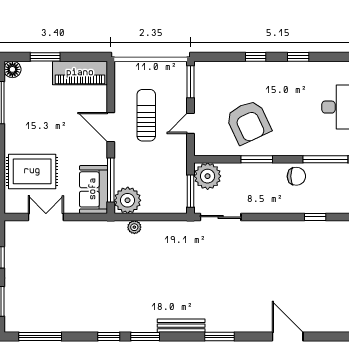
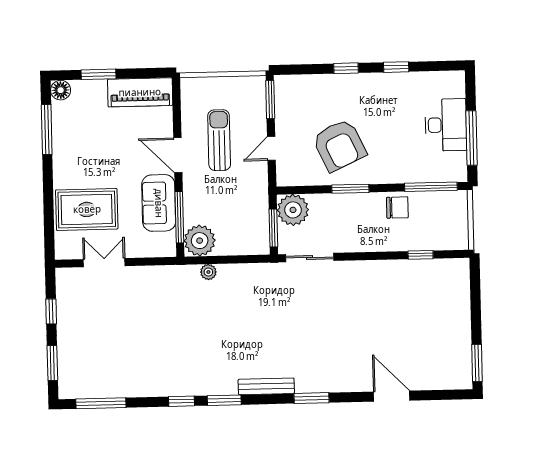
sofa: (93, 189) -> (159, 203), moved

